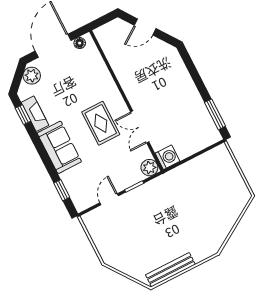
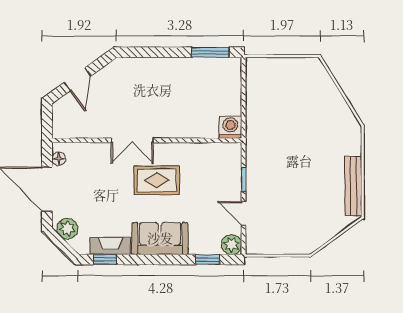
double door: (140, 127) -> (132, 140), moved
plant: (149, 168) -> (232, 245), moved

